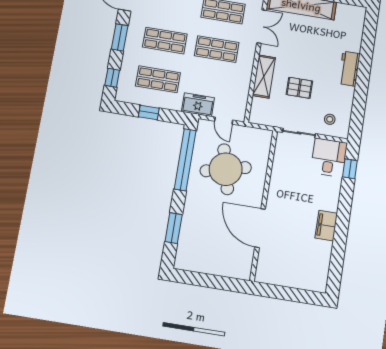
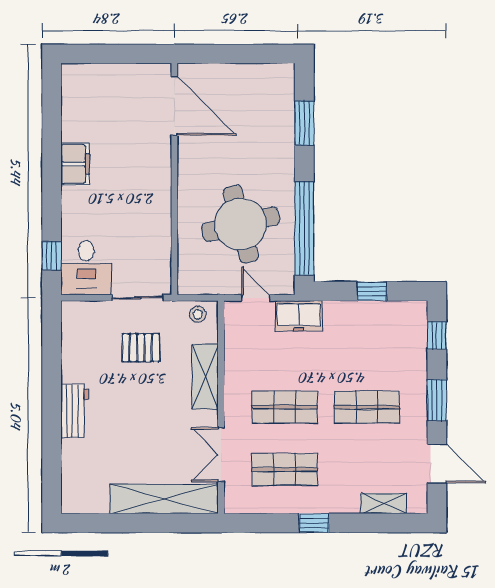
shop shelf: (158, 79) -> (367, 345), removed
pallet: (299, 88) -> (141, 348), moved
stool: (330, 119) -> (198, 314), moved
door: (260, 228) -> (174, 106), moved

